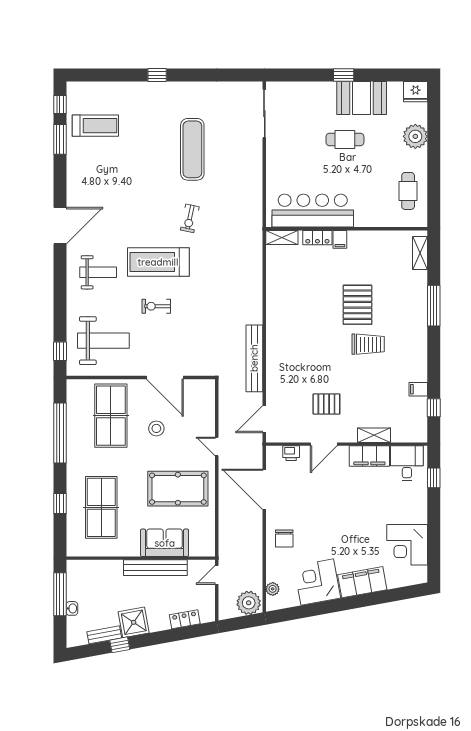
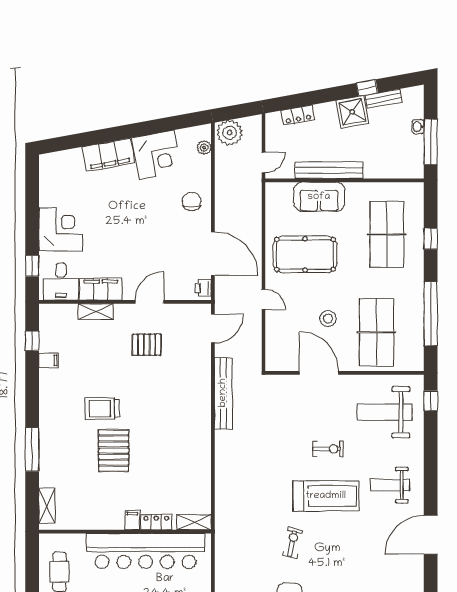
bar counter: (313, 211) -> (146, 551), width x1.36
printer: (291, 453) -> (203, 288), moved, turned -90
corner desk: (407, 545) -> (61, 229), moved

